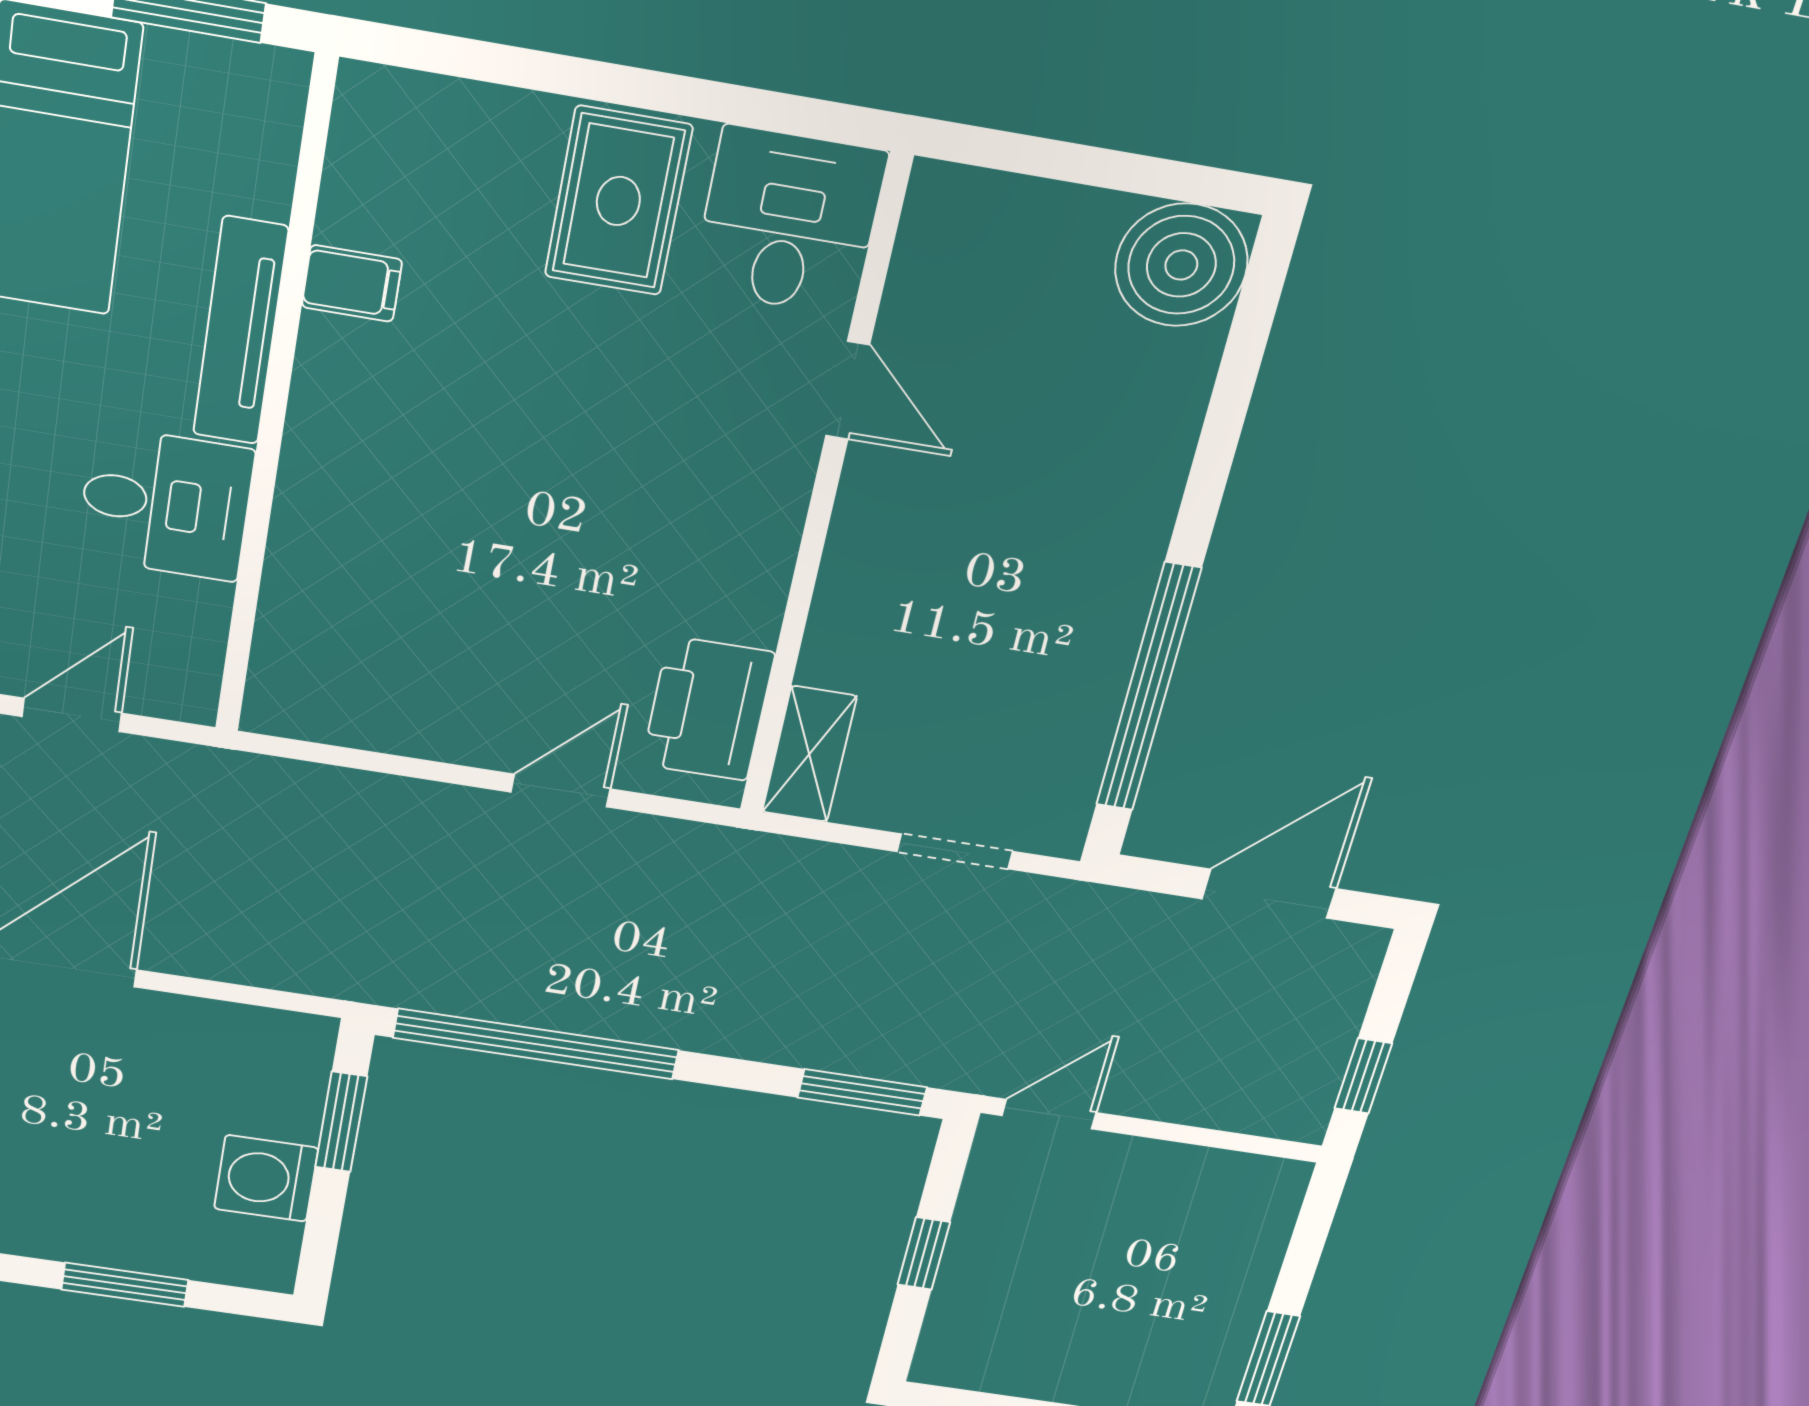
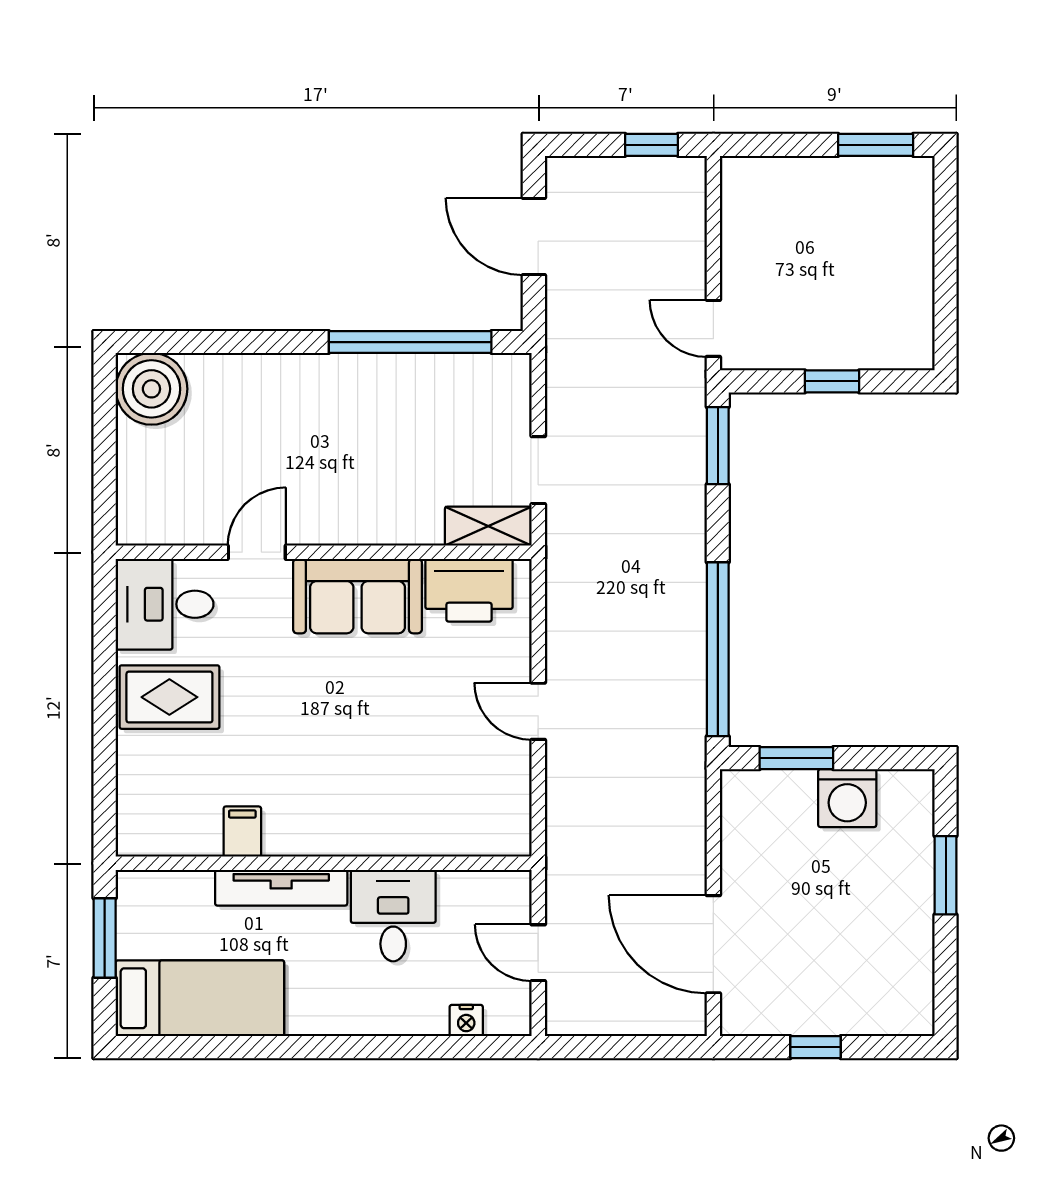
sofa: (735, 538) -> (357, 596), added
door: (561, 790) -> (538, 711), moved
doorway: (955, 851) -> (538, 470), moved

